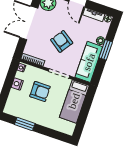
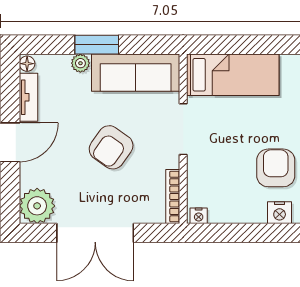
nightstand: (17, 84) -> (280, 213), moved
armchair: (40, 91) -> (276, 168), moved

